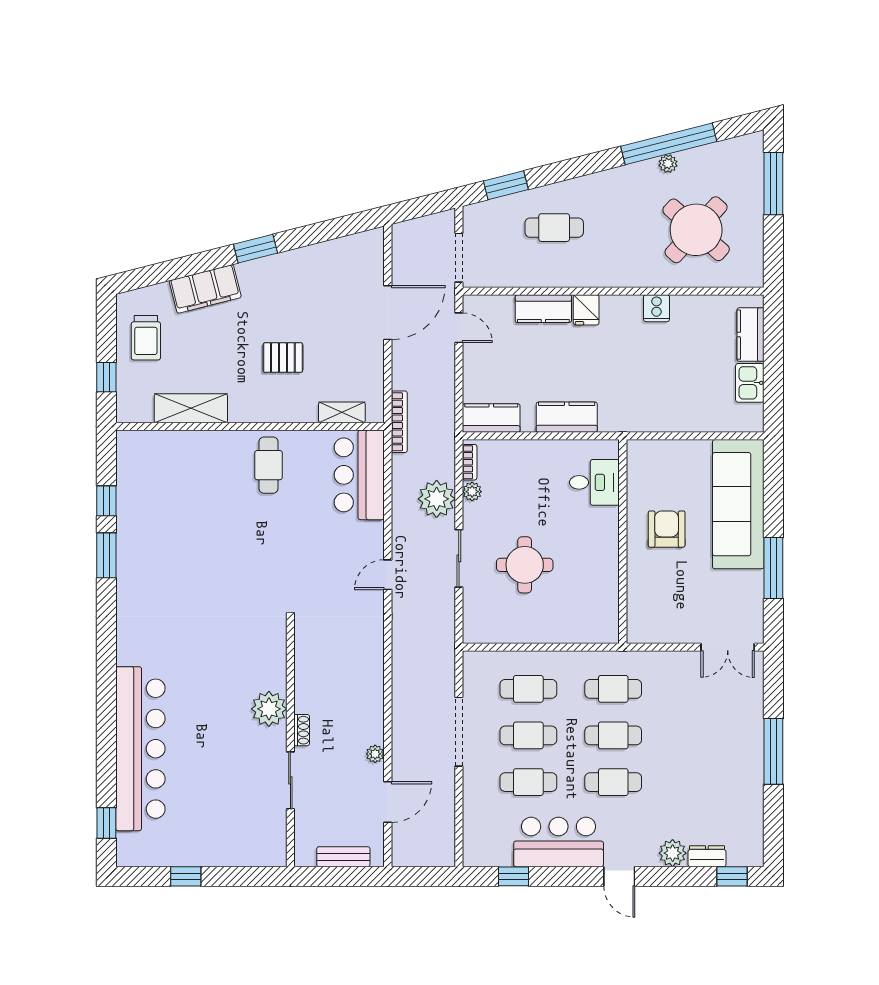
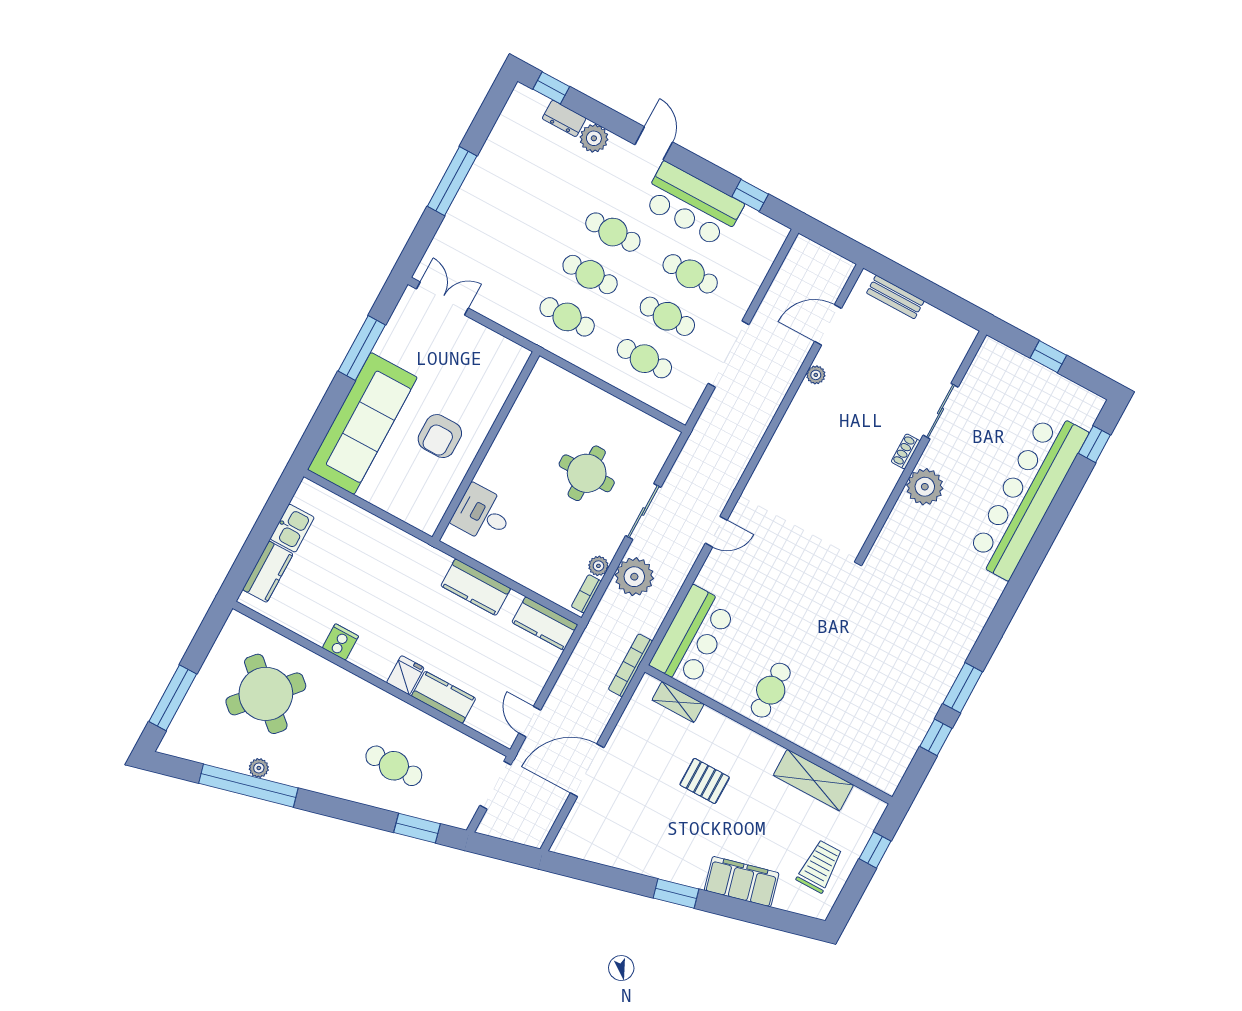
plant: (269, 709) -> (925, 487), moved
shoe rack: (302, 730) -> (906, 451), moved
wall: (290, 743) -> (922, 445), moved
sliding door: (290, 780) -> (941, 411), moved

